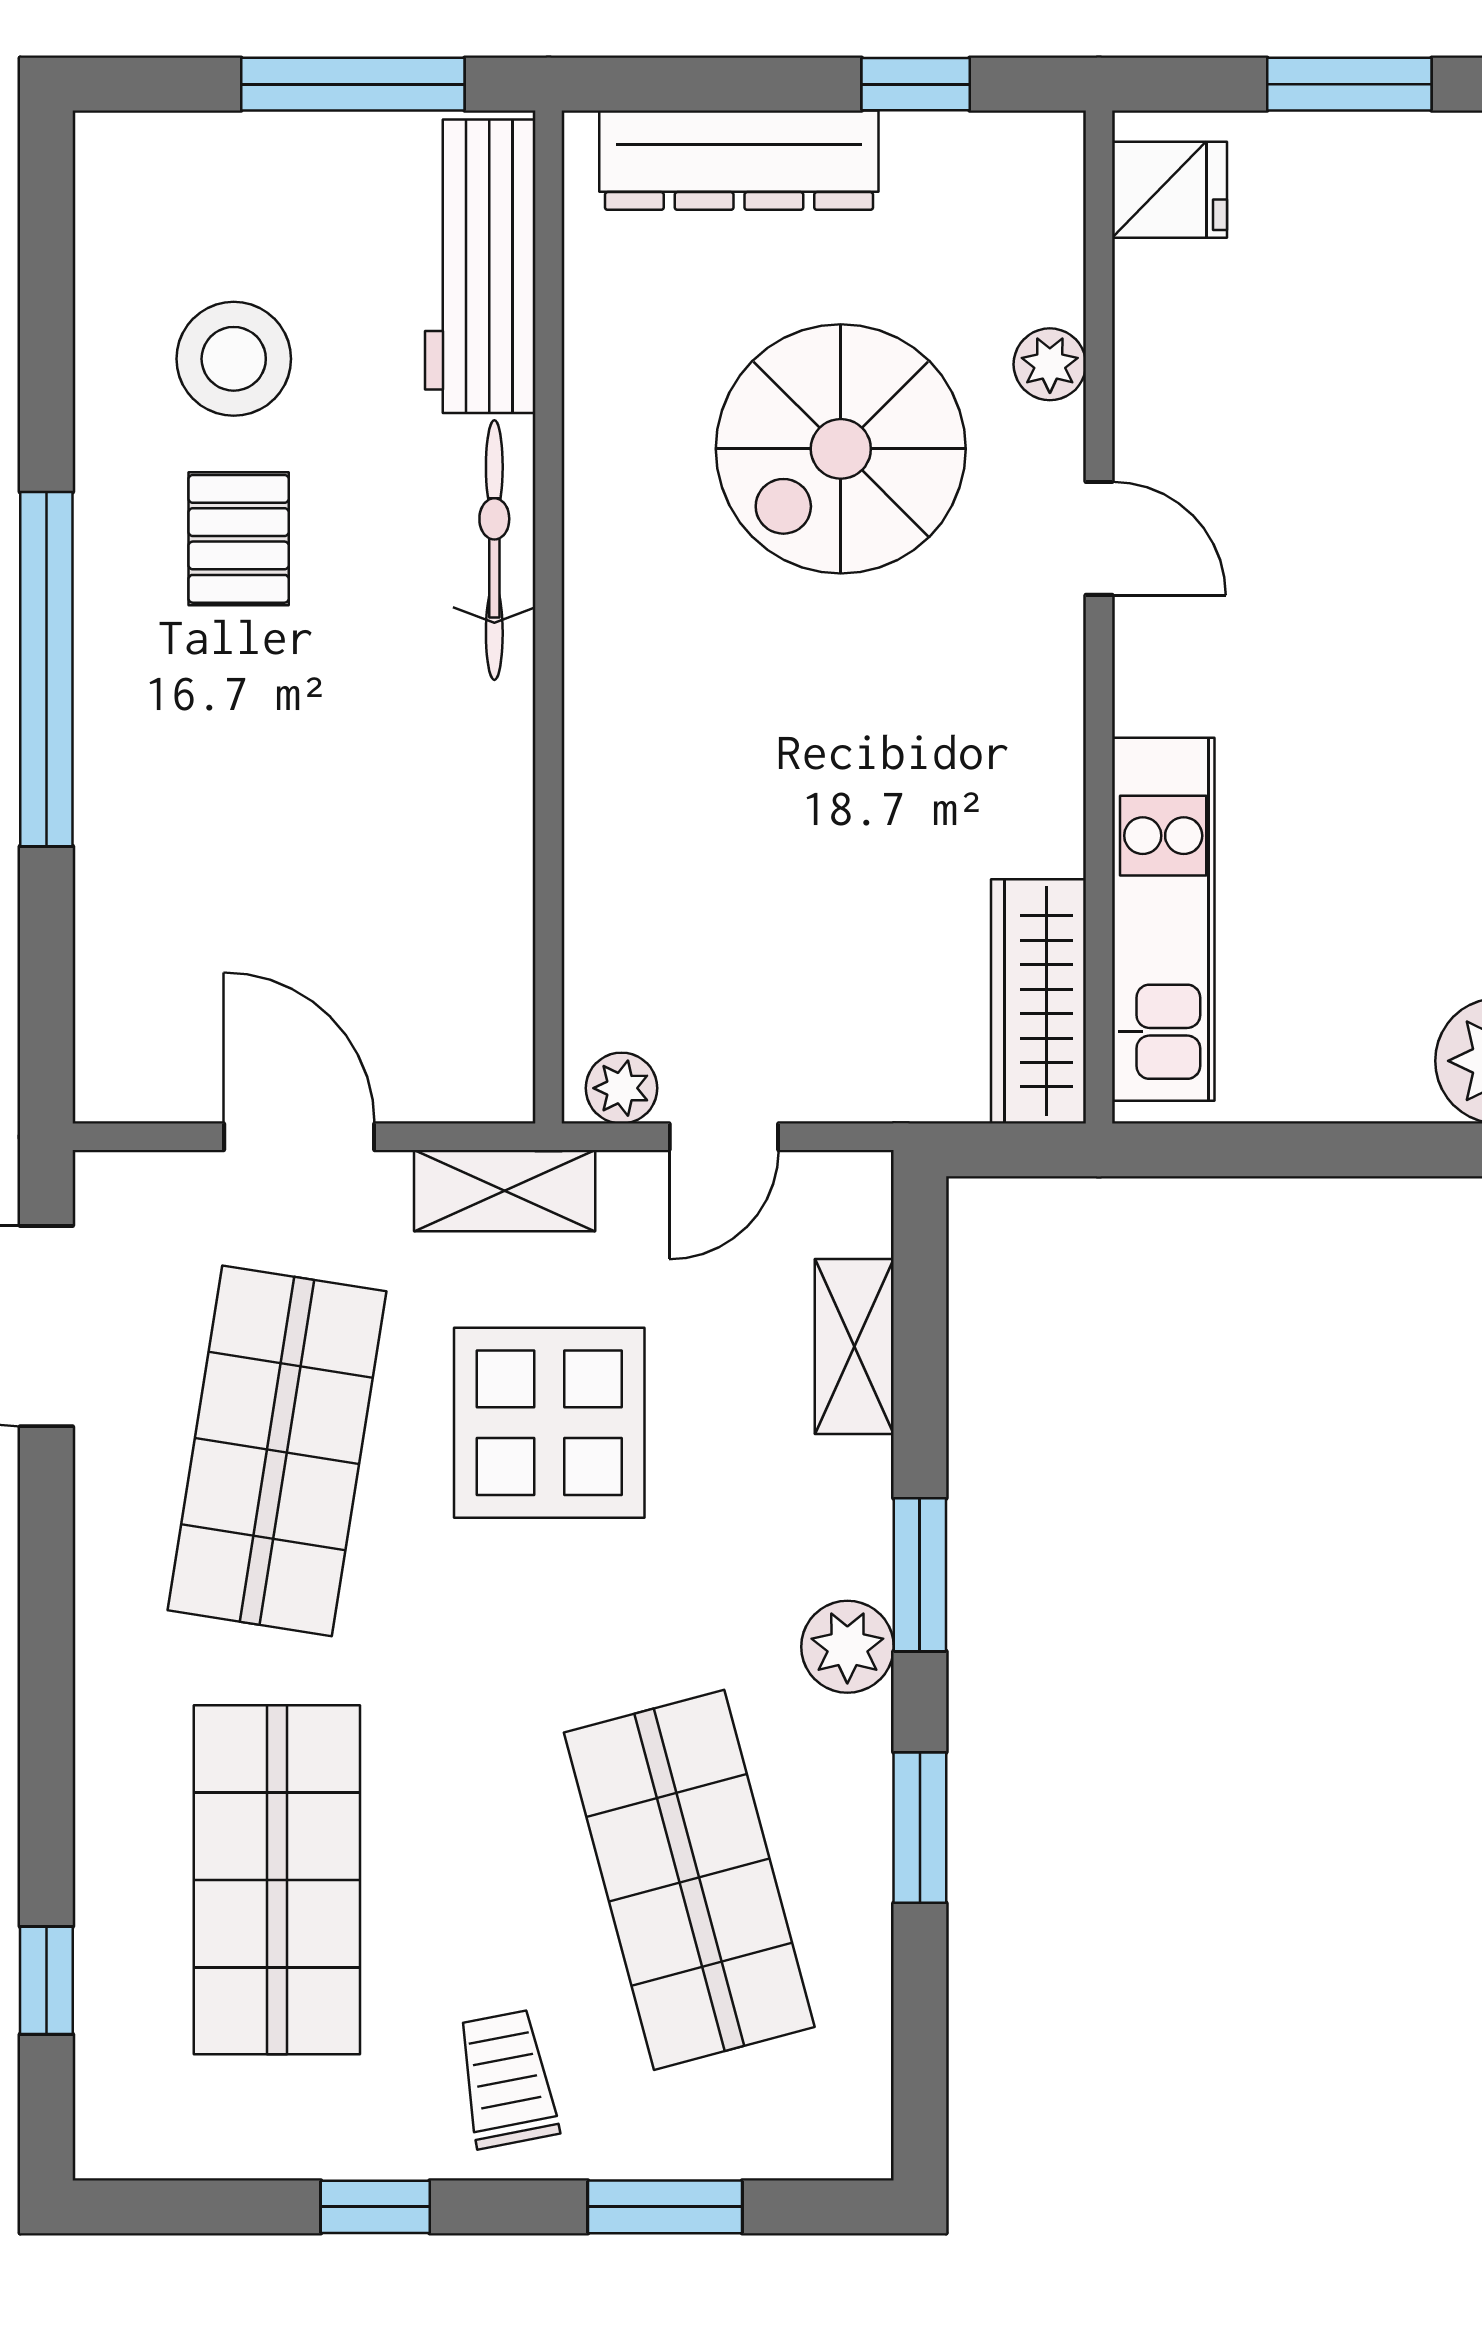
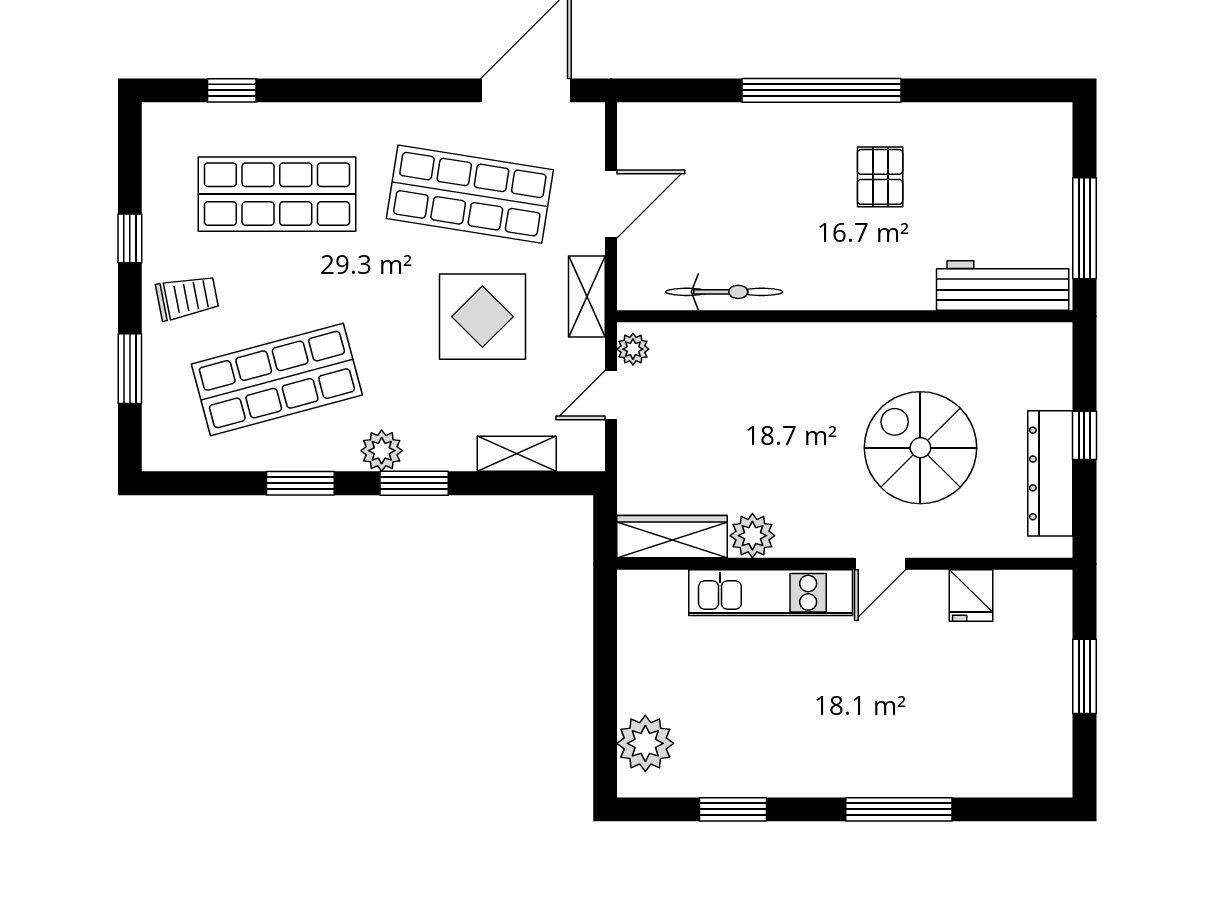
window: (916, 84) -> (1084, 435), moved
dresser: (739, 160) -> (1050, 473), moved
fridge: (1169, 190) -> (971, 595), moved
stool: (234, 359) -> (961, 175), removed
plant: (1050, 364) -> (752, 536), moved, width x1.38, depth x1.38
pallet: (239, 539) -> (880, 177), turned 90
bicycle: (494, 550) -> (724, 292), moved
kitchen unit: (1163, 919) -> (771, 593), moved
door: (724, 1137) -> (611, 395), hinge flipped

